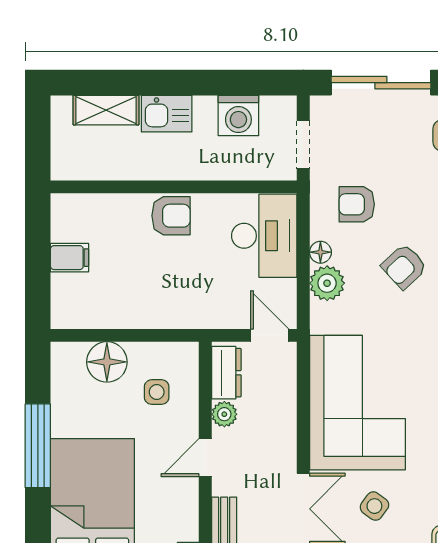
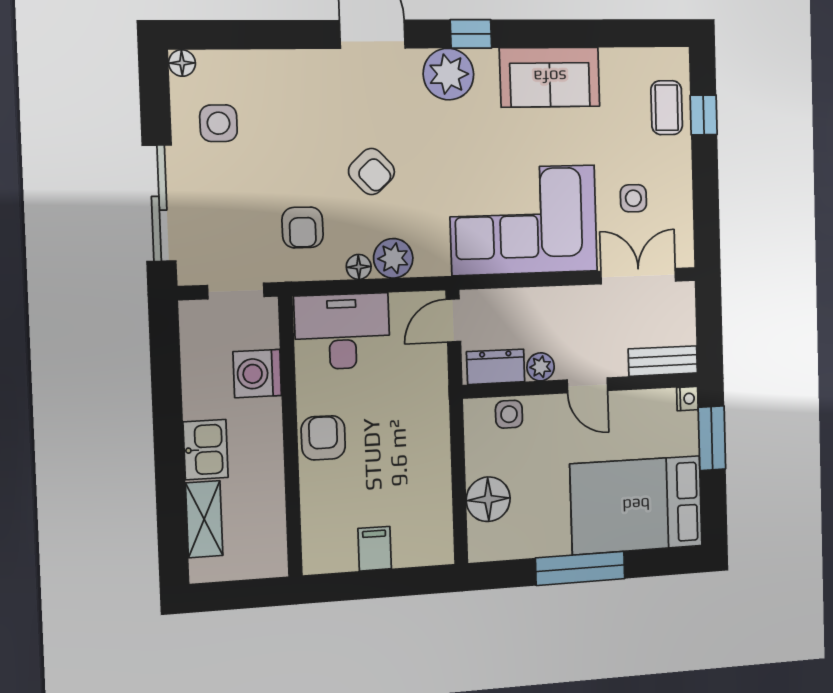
washing machine: (238, 115) -> (257, 374), moved, turned 180
side table: (157, 392) -> (509, 414), moved
side table: (374, 506) -> (633, 198), turned -36

